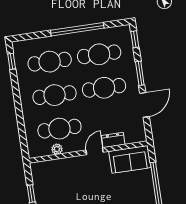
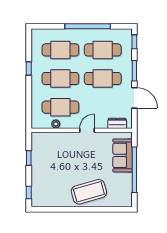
window: (12, 61) -> (29, 68), moved
door: (145, 105) -> (134, 98), hinge flipped
dresser: (113, 140) -> (117, 123), moved
sofa: (130, 159) -> (123, 155), moved, turned 90

